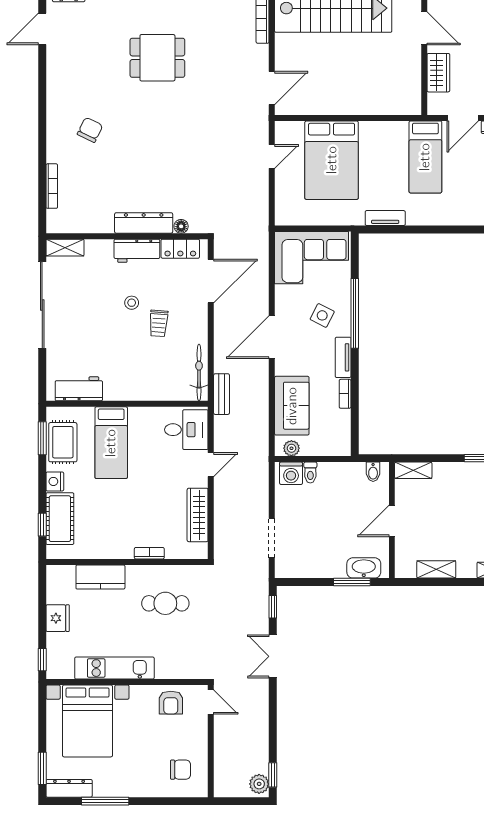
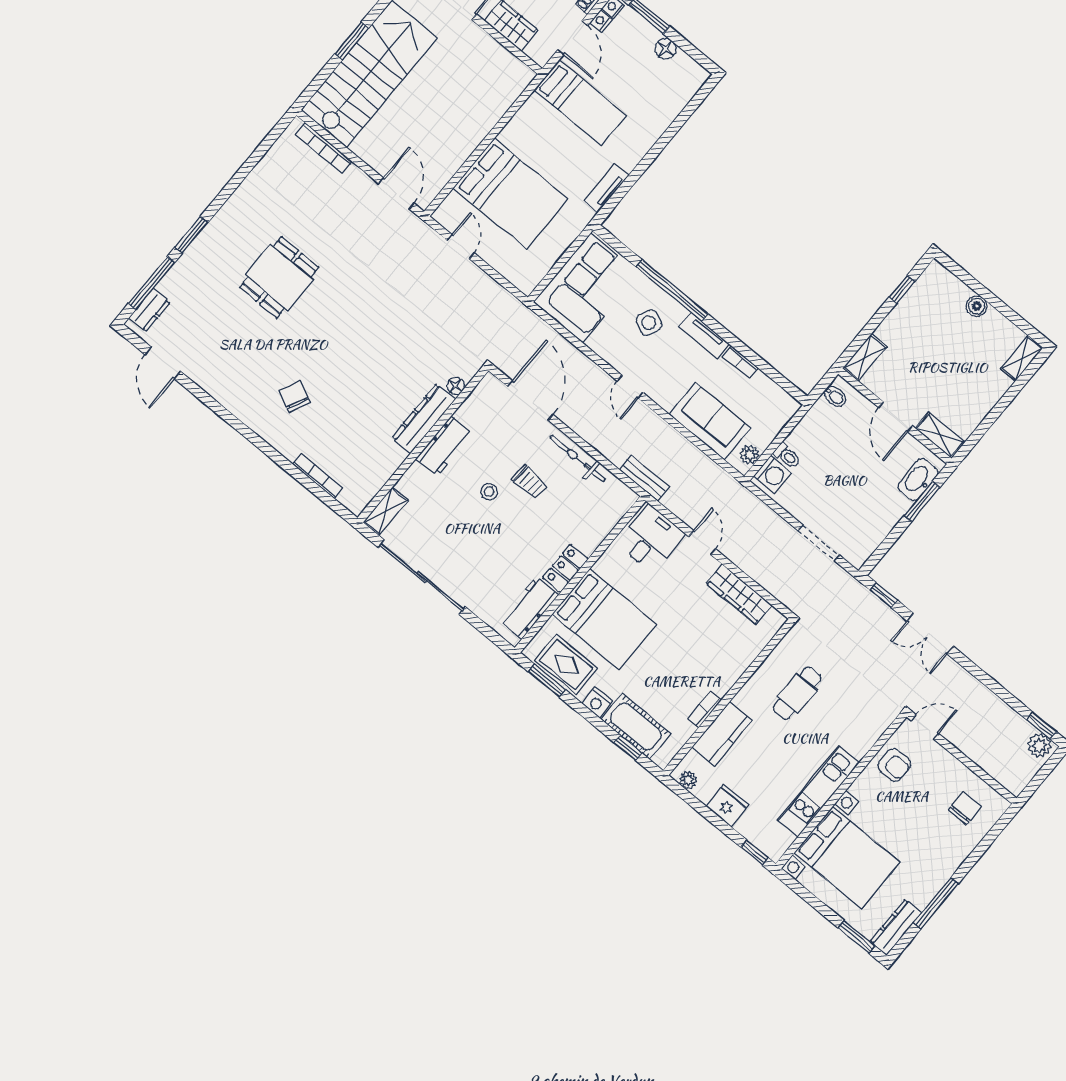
locker: (180, 249) -> (565, 568), moved, turned 180
door: (272, 337) -> (630, 387), width x0.53
bicycle: (199, 373) -> (578, 459), moved
bed: (111, 443) -> (604, 619), width x1.50
bookcase: (149, 553) -> (705, 709), moved
shelving: (436, 569) -> (940, 435), moved, turned 90
plant: (53, 580) -> (688, 780), added

